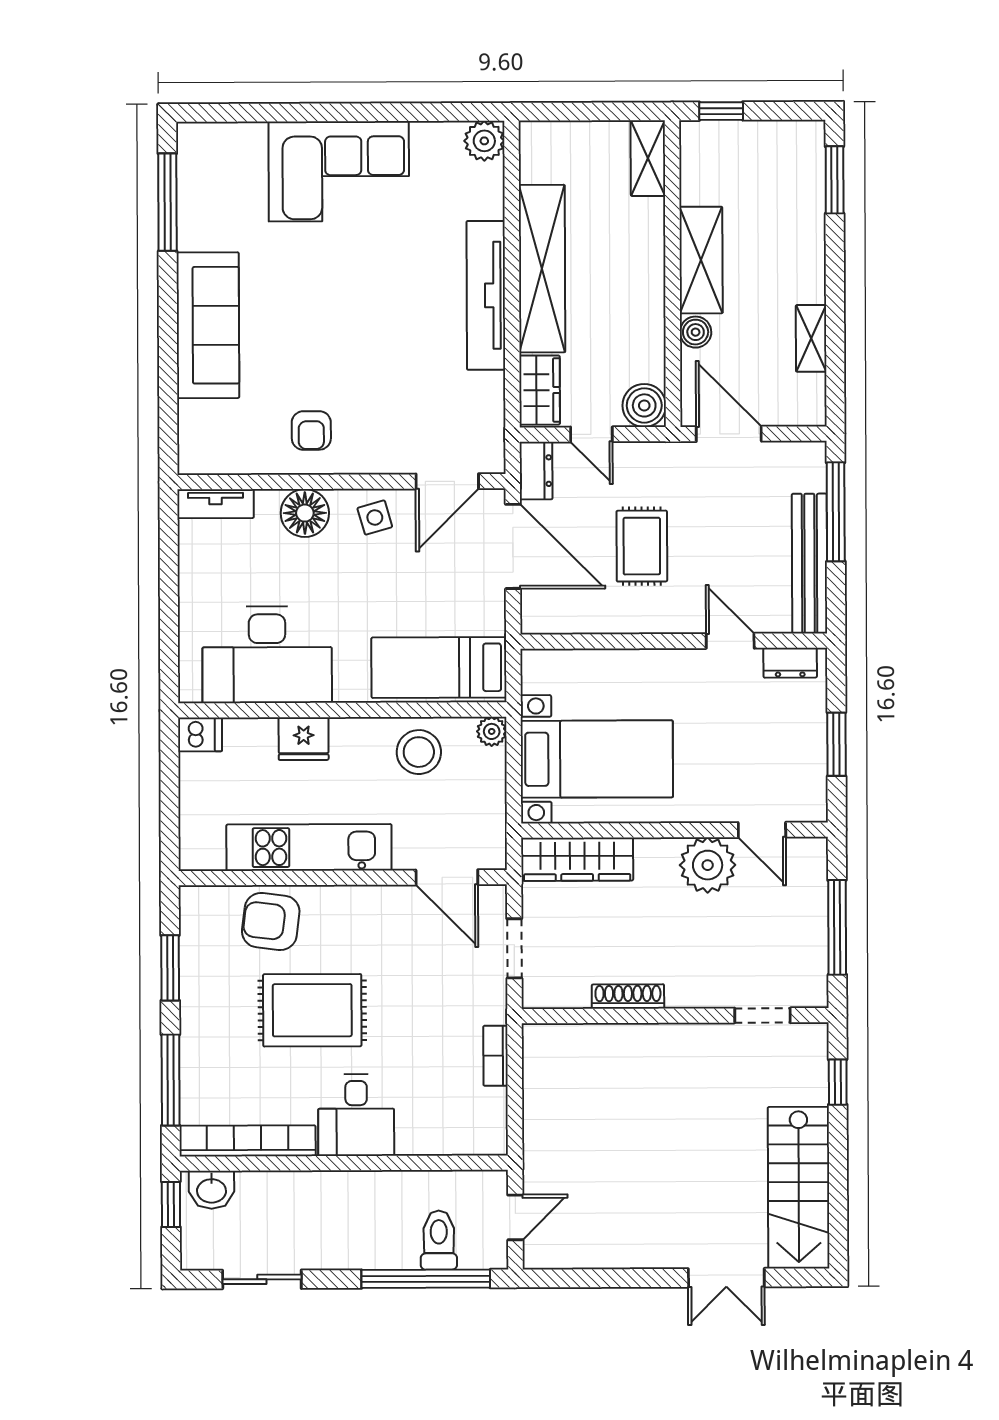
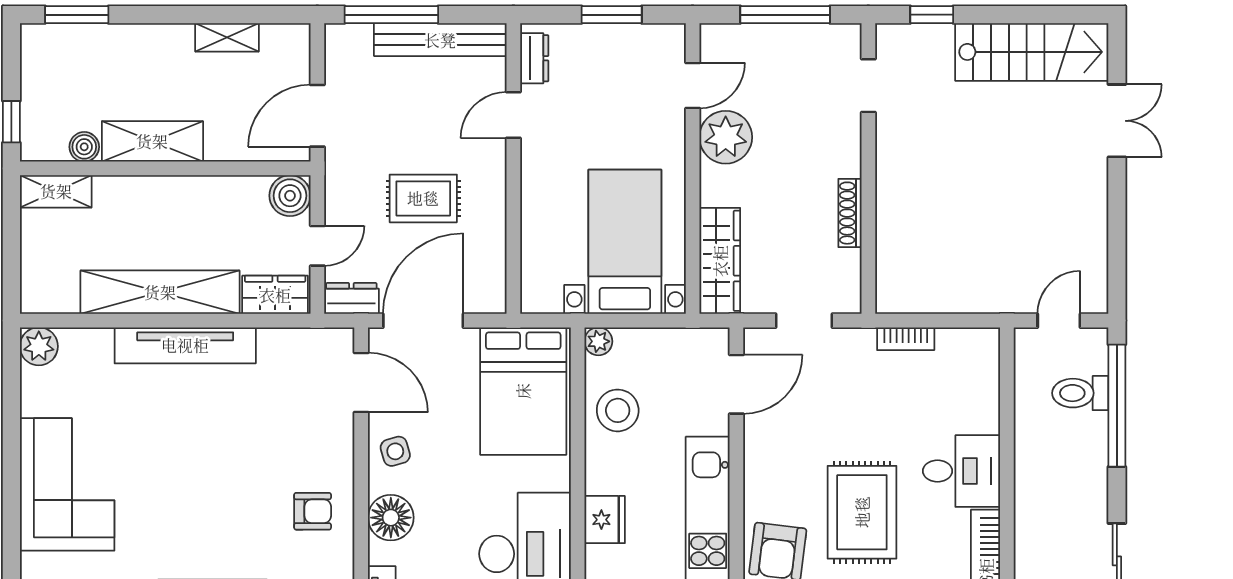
boiler: (696, 332) -> (84, 147), moved
bed: (439, 667) -> (523, 391), width x1.50
door: (515, 1217) -> (1059, 321), hinge flipped

